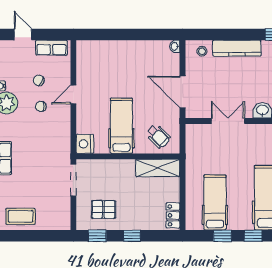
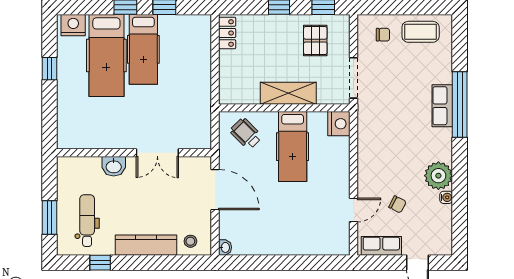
door: (73, 95) -> (354, 210), moved
chair: (41, 106) -> (383, 35), moved
shelving: (158, 168) -> (288, 93), moved
hospital bed: (215, 203) -> (143, 49), moved
pallet: (104, 209) -> (315, 41), turned 90

